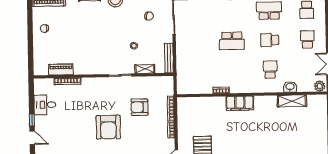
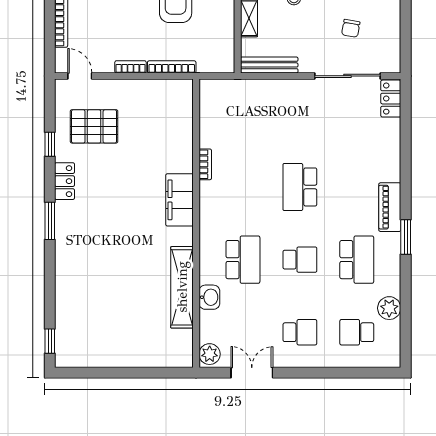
school desk: (270, 40) -> (300, 260), turned 90
school desk: (270, 70) -> (243, 260), width x1.85
shelving: (292, 101) -> (182, 287), width x1.47

